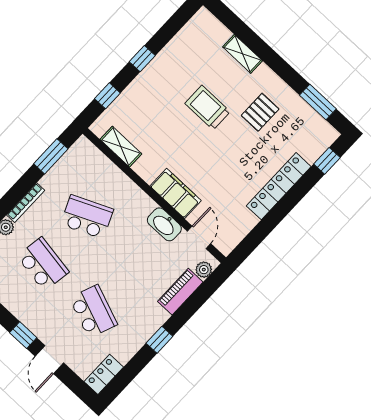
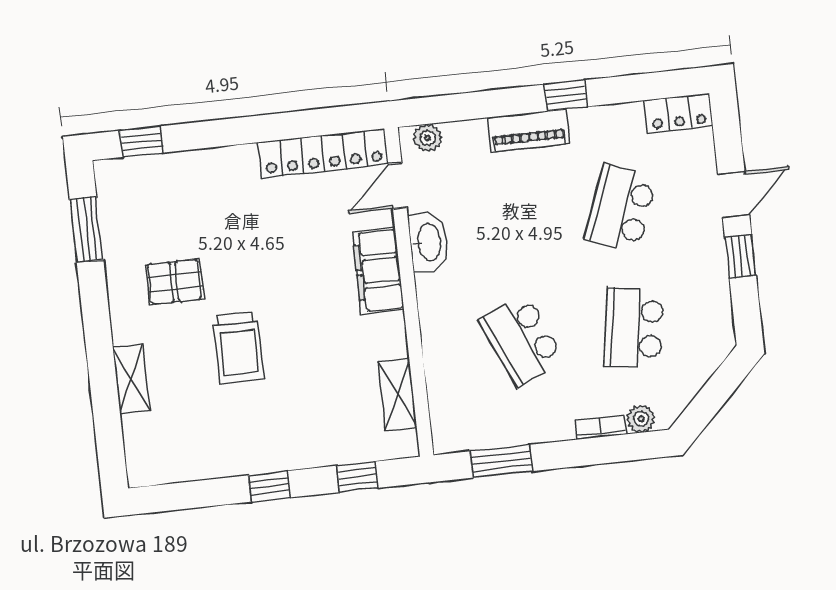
locker: (279, 186) -> (323, 153), moved
bookcase: (26, 203) -> (600, 427), width x0.64
piano: (180, 292) -> (528, 131), moved

